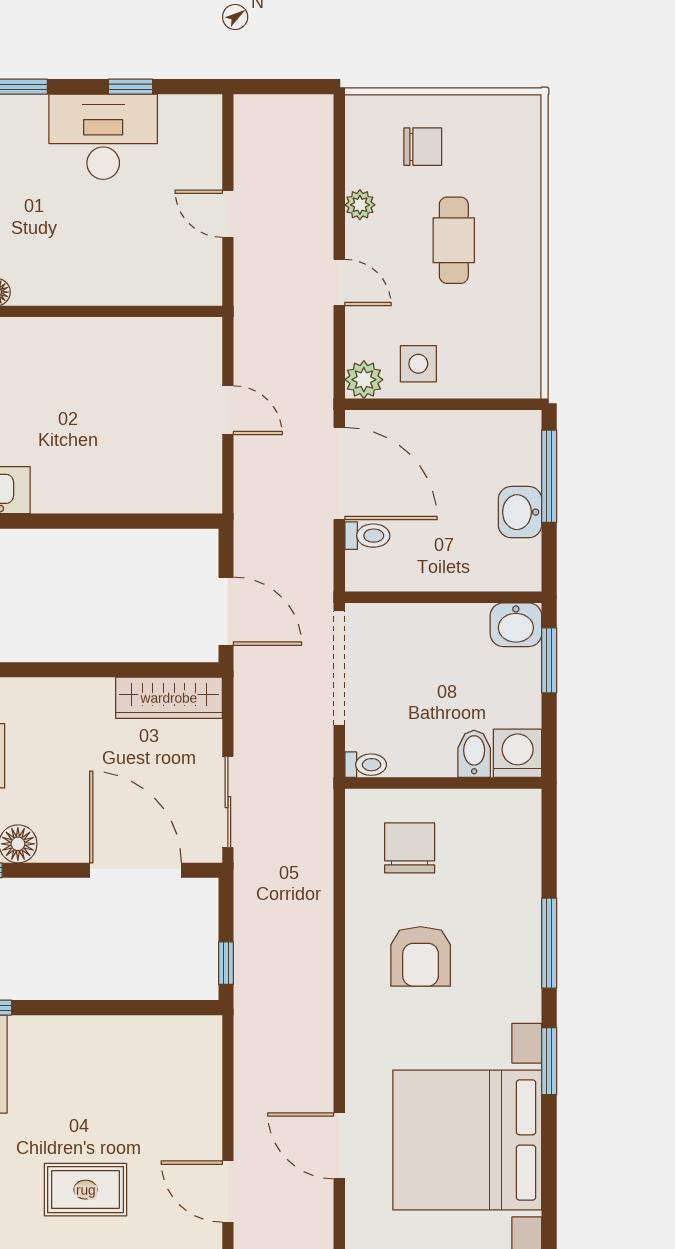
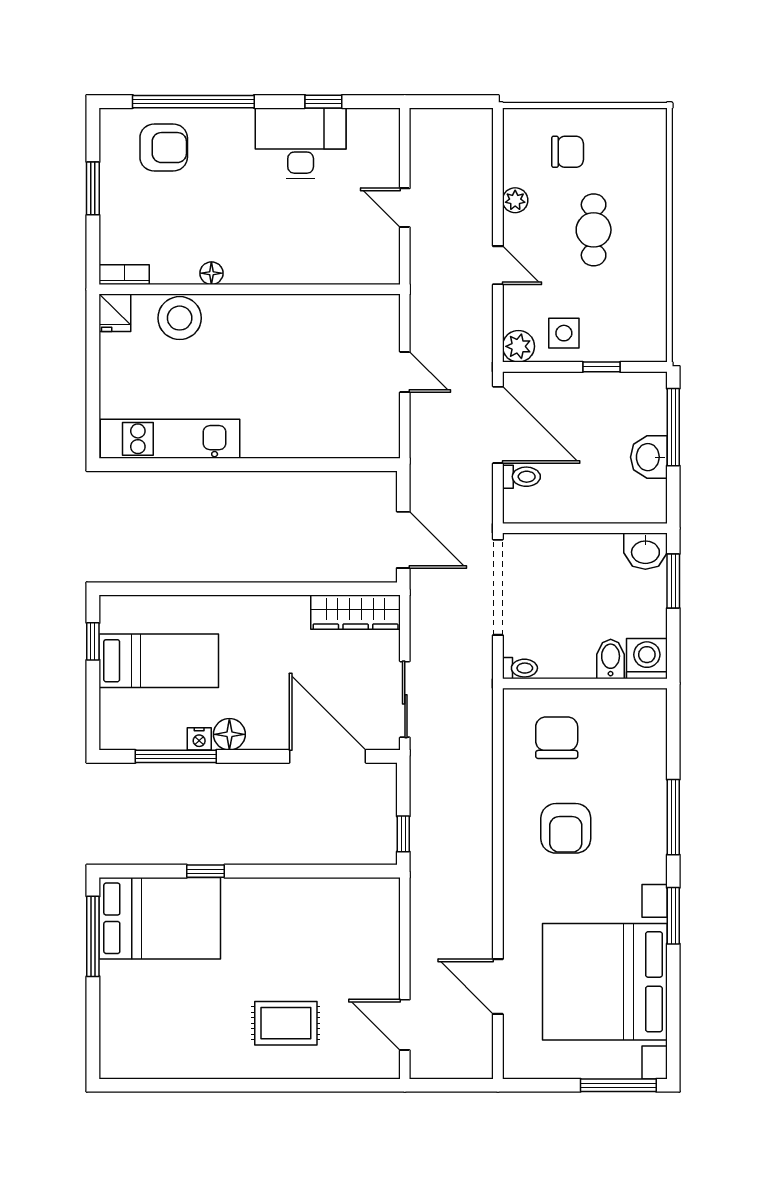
window: (463, 404) -> (601, 367), added

